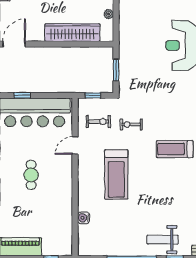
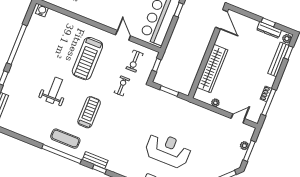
treadmill: (116, 174) -> (87, 59), turned -90
water cooler: (84, 218) -> (42, 11), moved
weight bench: (163, 240) -> (54, 90), moved

